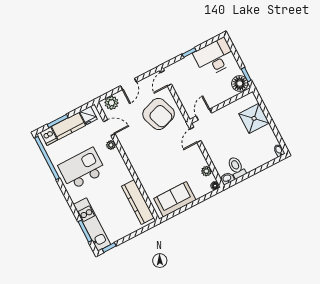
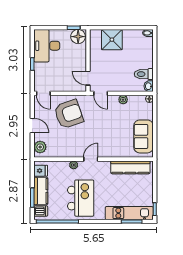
door: (109, 128) -> (91, 159), moved
kitchen island: (82, 169) -> (81, 198), turned 180
plant: (206, 171) -> (123, 100), moved

